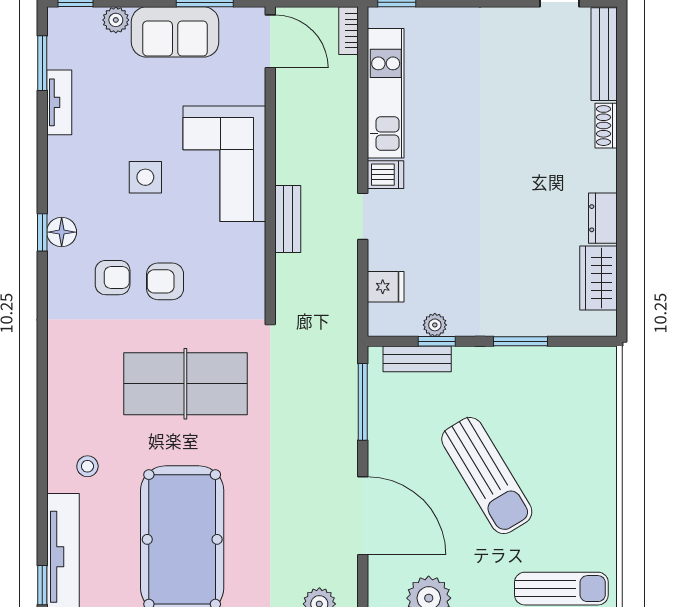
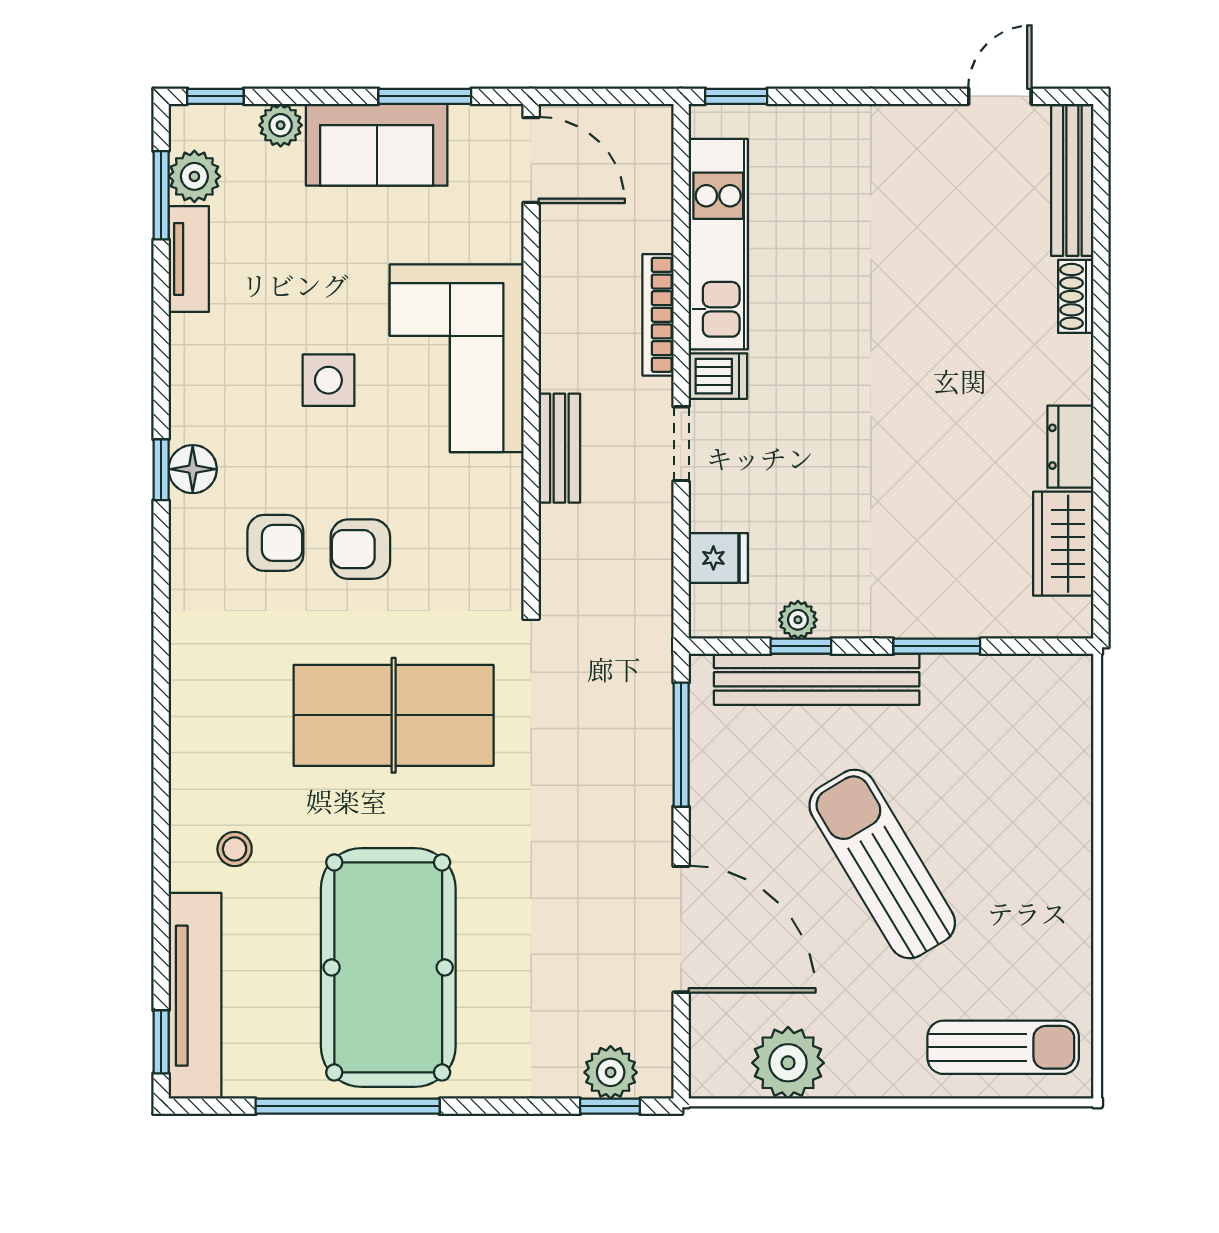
bookcase: (349, 31) -> (658, 315), moved, width x1.56
plant: (63, 52) -> (194, 176), added
bench: (417, 359) -> (817, 679), width x1.86, depth x1.21
sun lounger: (487, 476) -> (882, 864), turned 180

